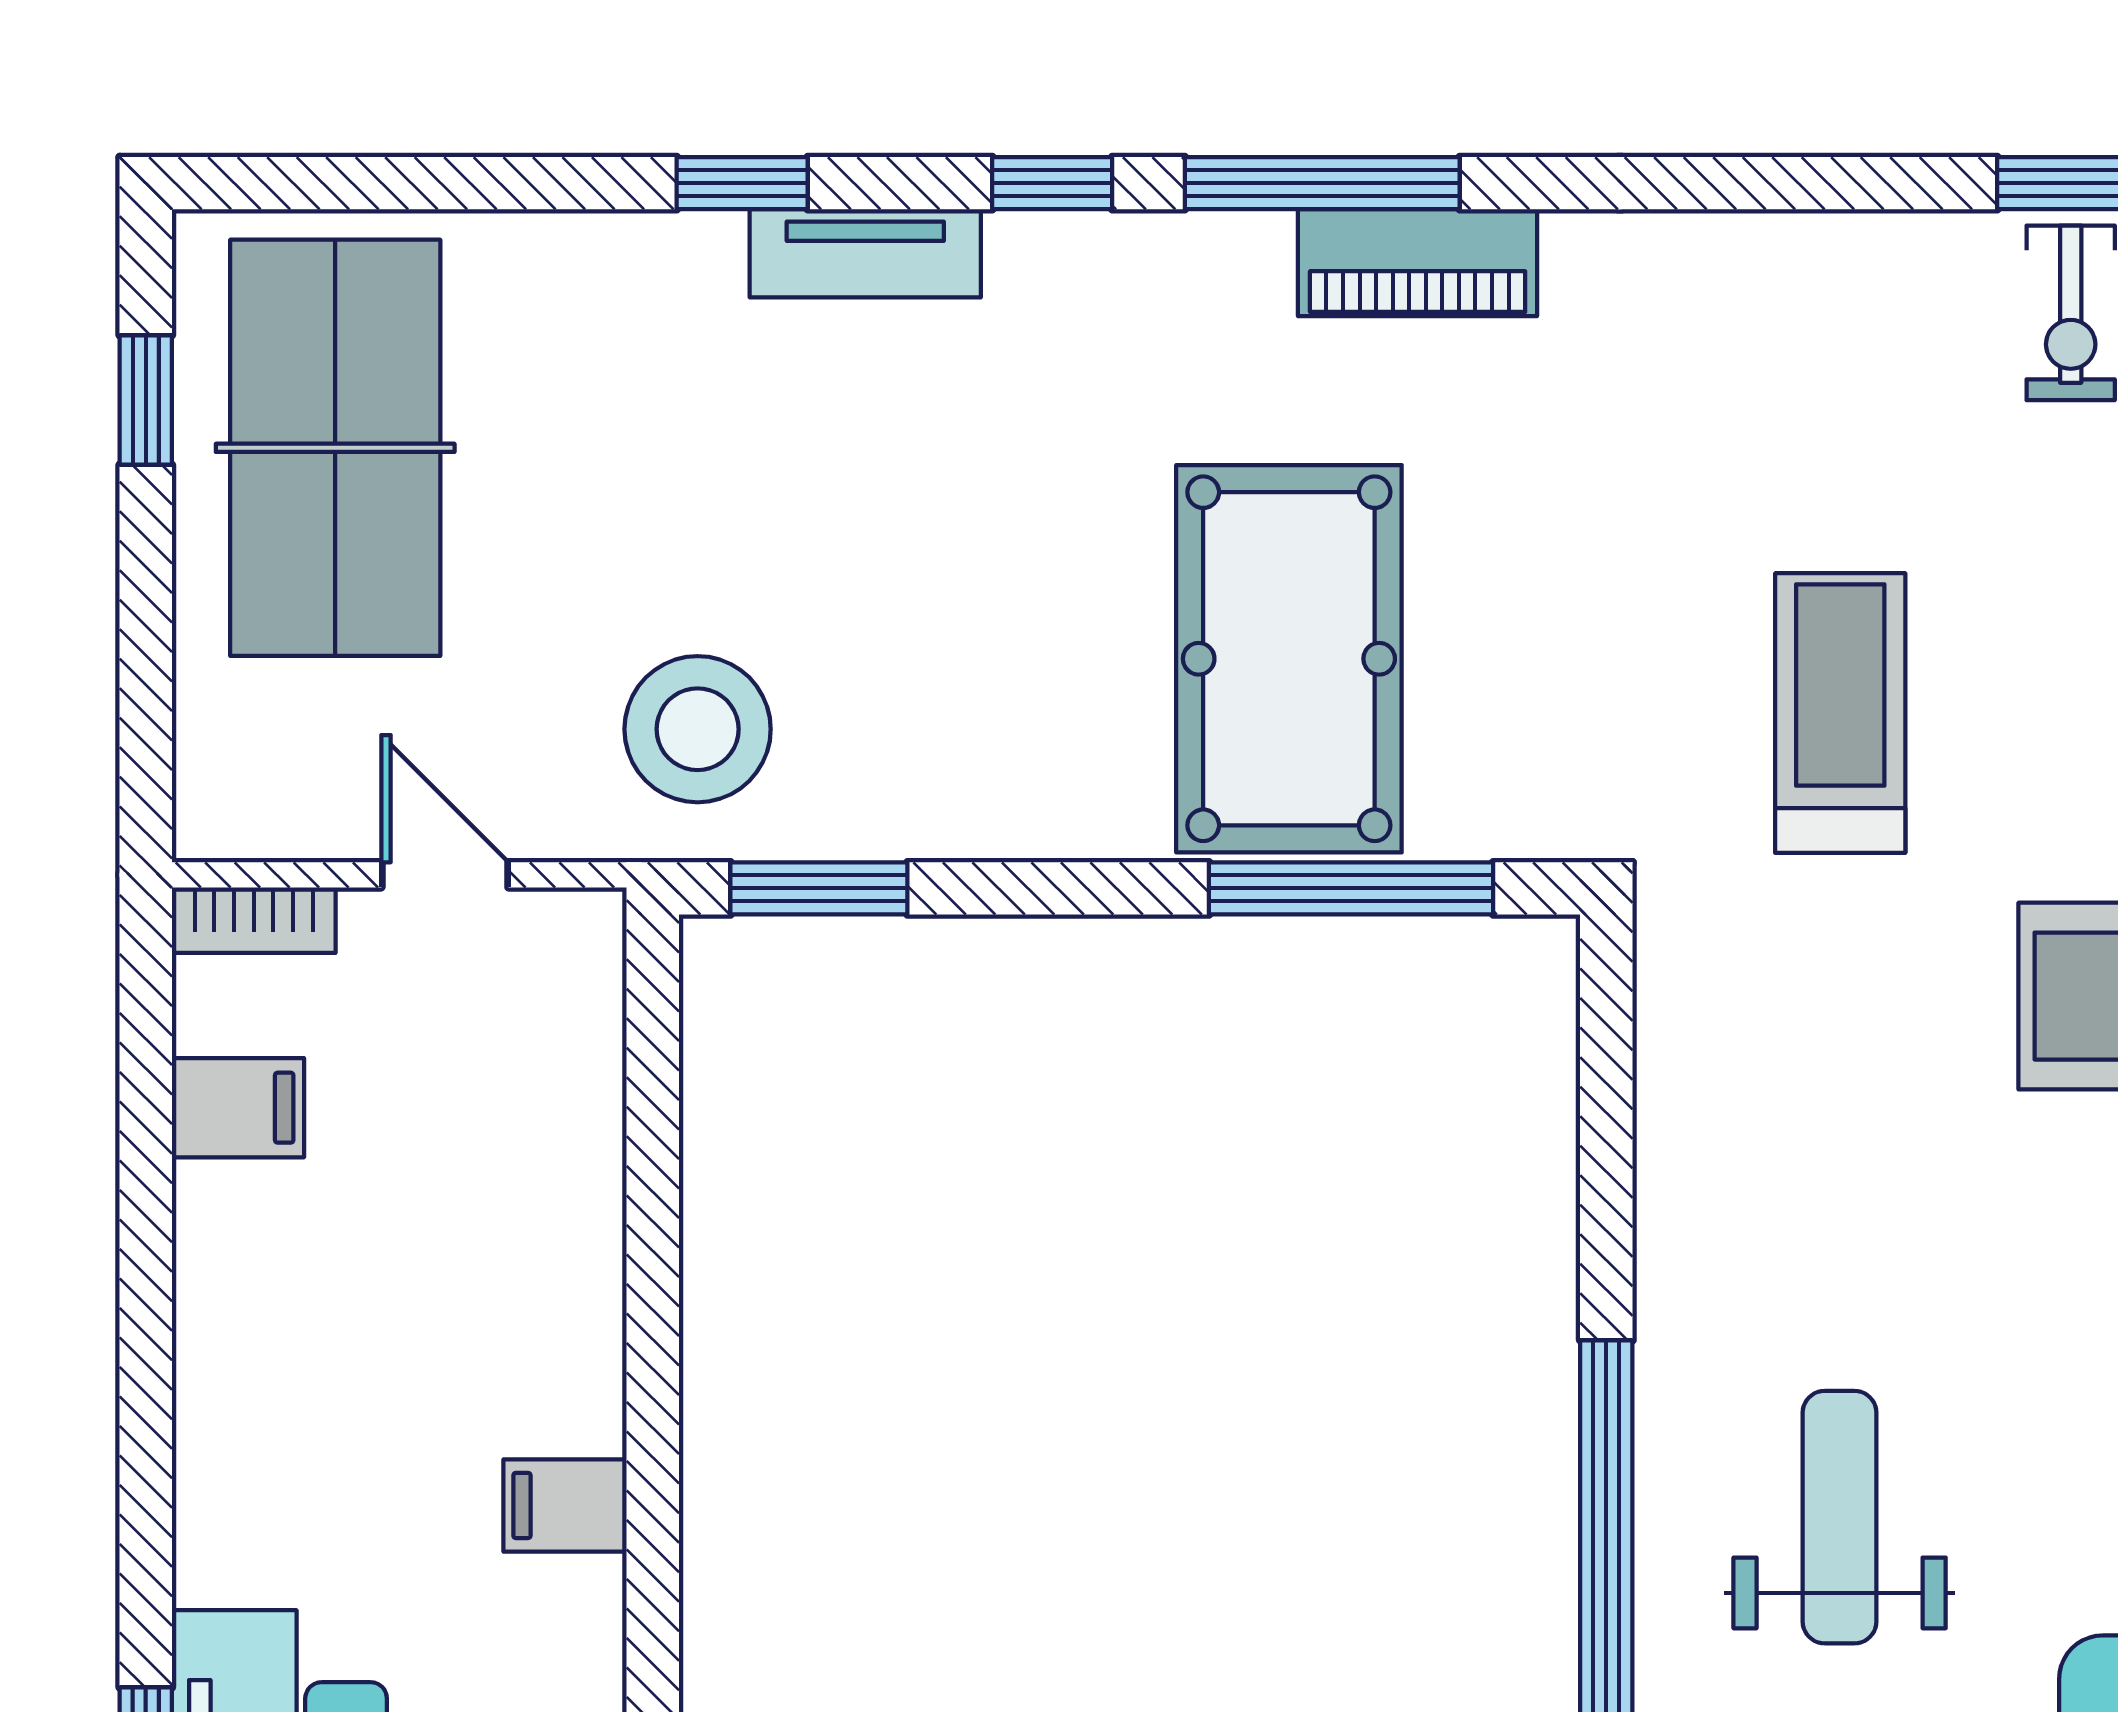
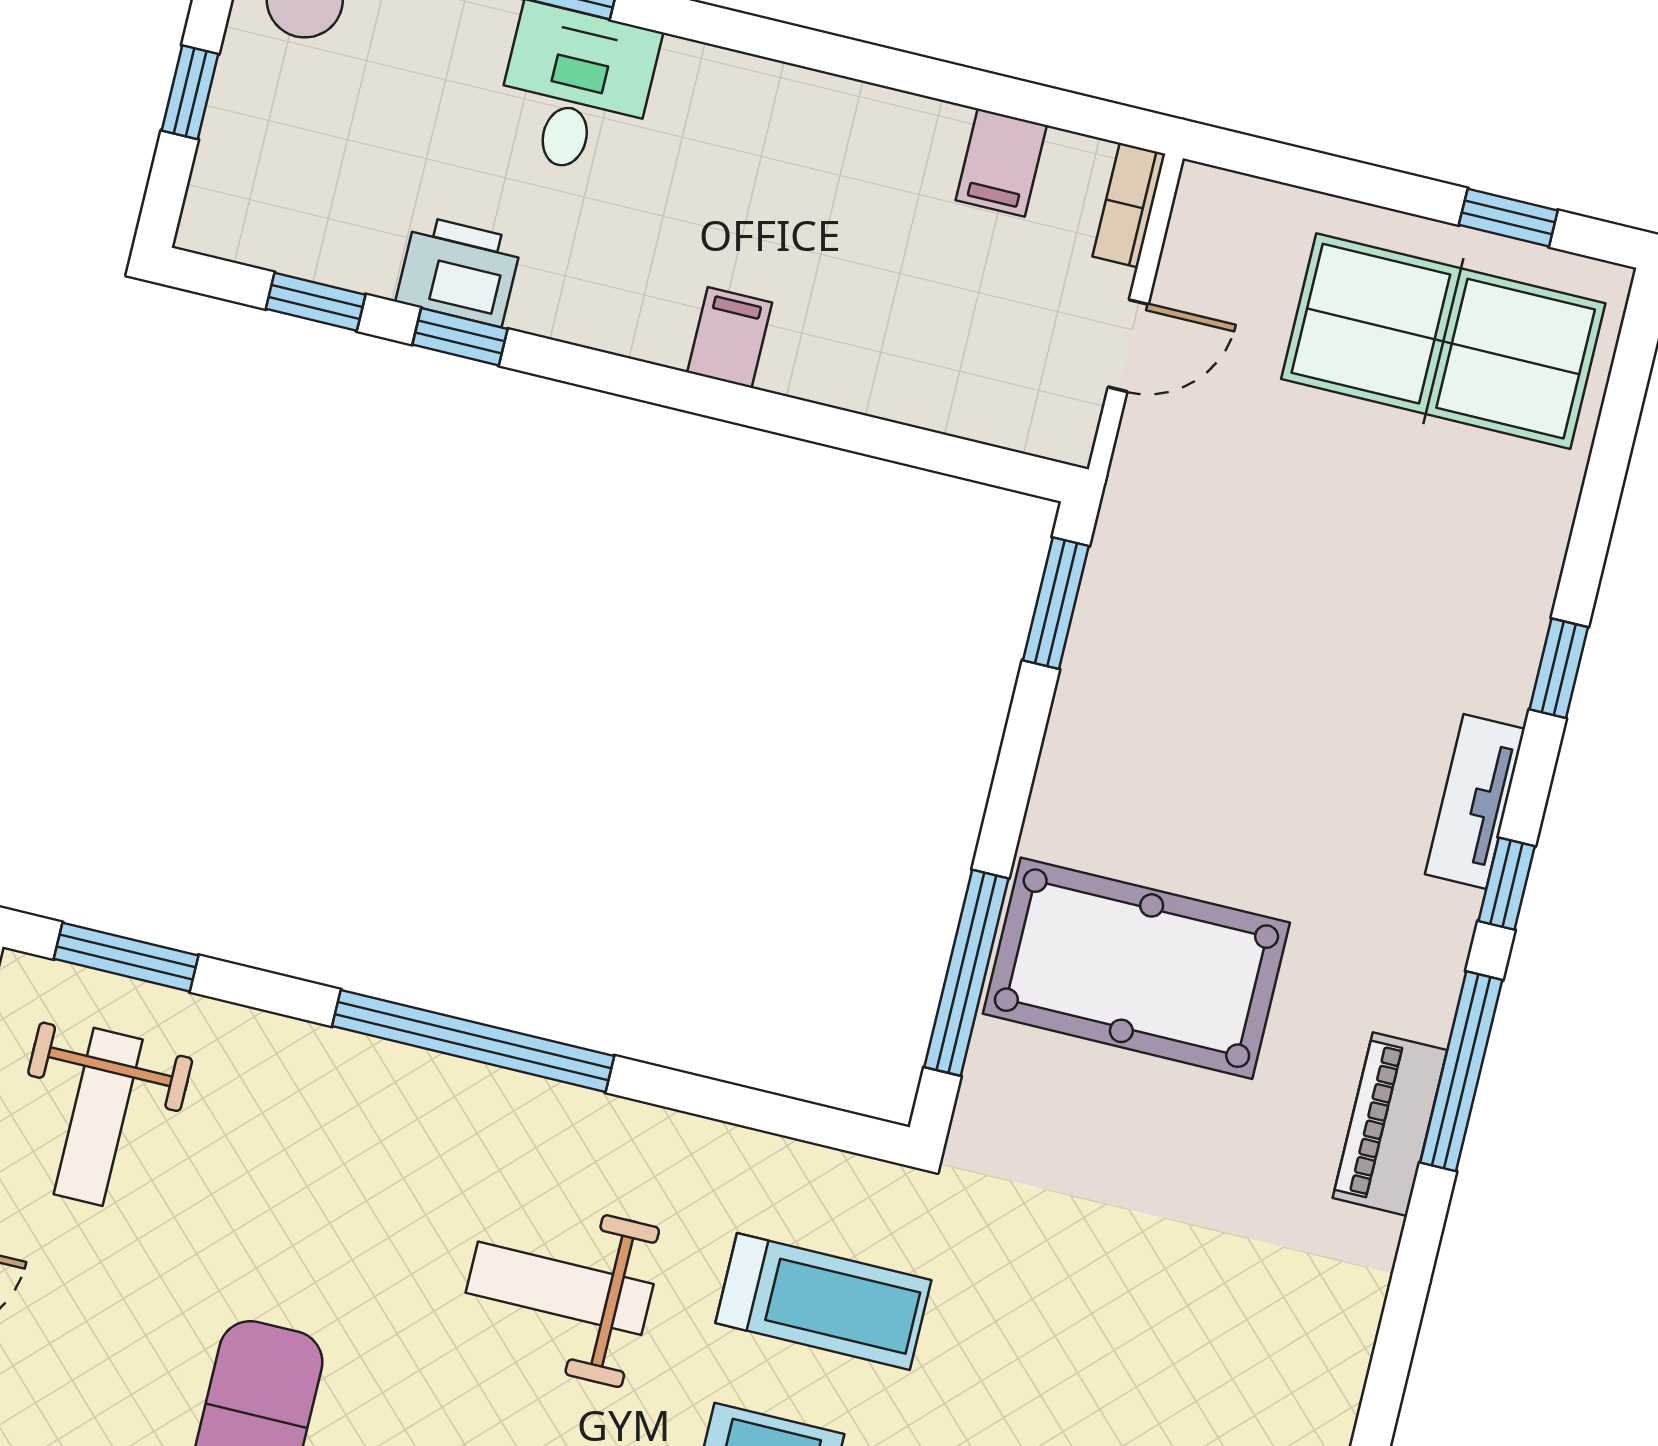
tv unit: (865, 253) -> (1475, 802), moved
treadmill: (1840, 713) -> (823, 1302), moved
stool: (698, 729) -> (1187, 546), removed
filing cabinet: (565, 1505) -> (730, 338), moved
weight bench: (1840, 1517) -> (560, 1288), moved, turned 180

